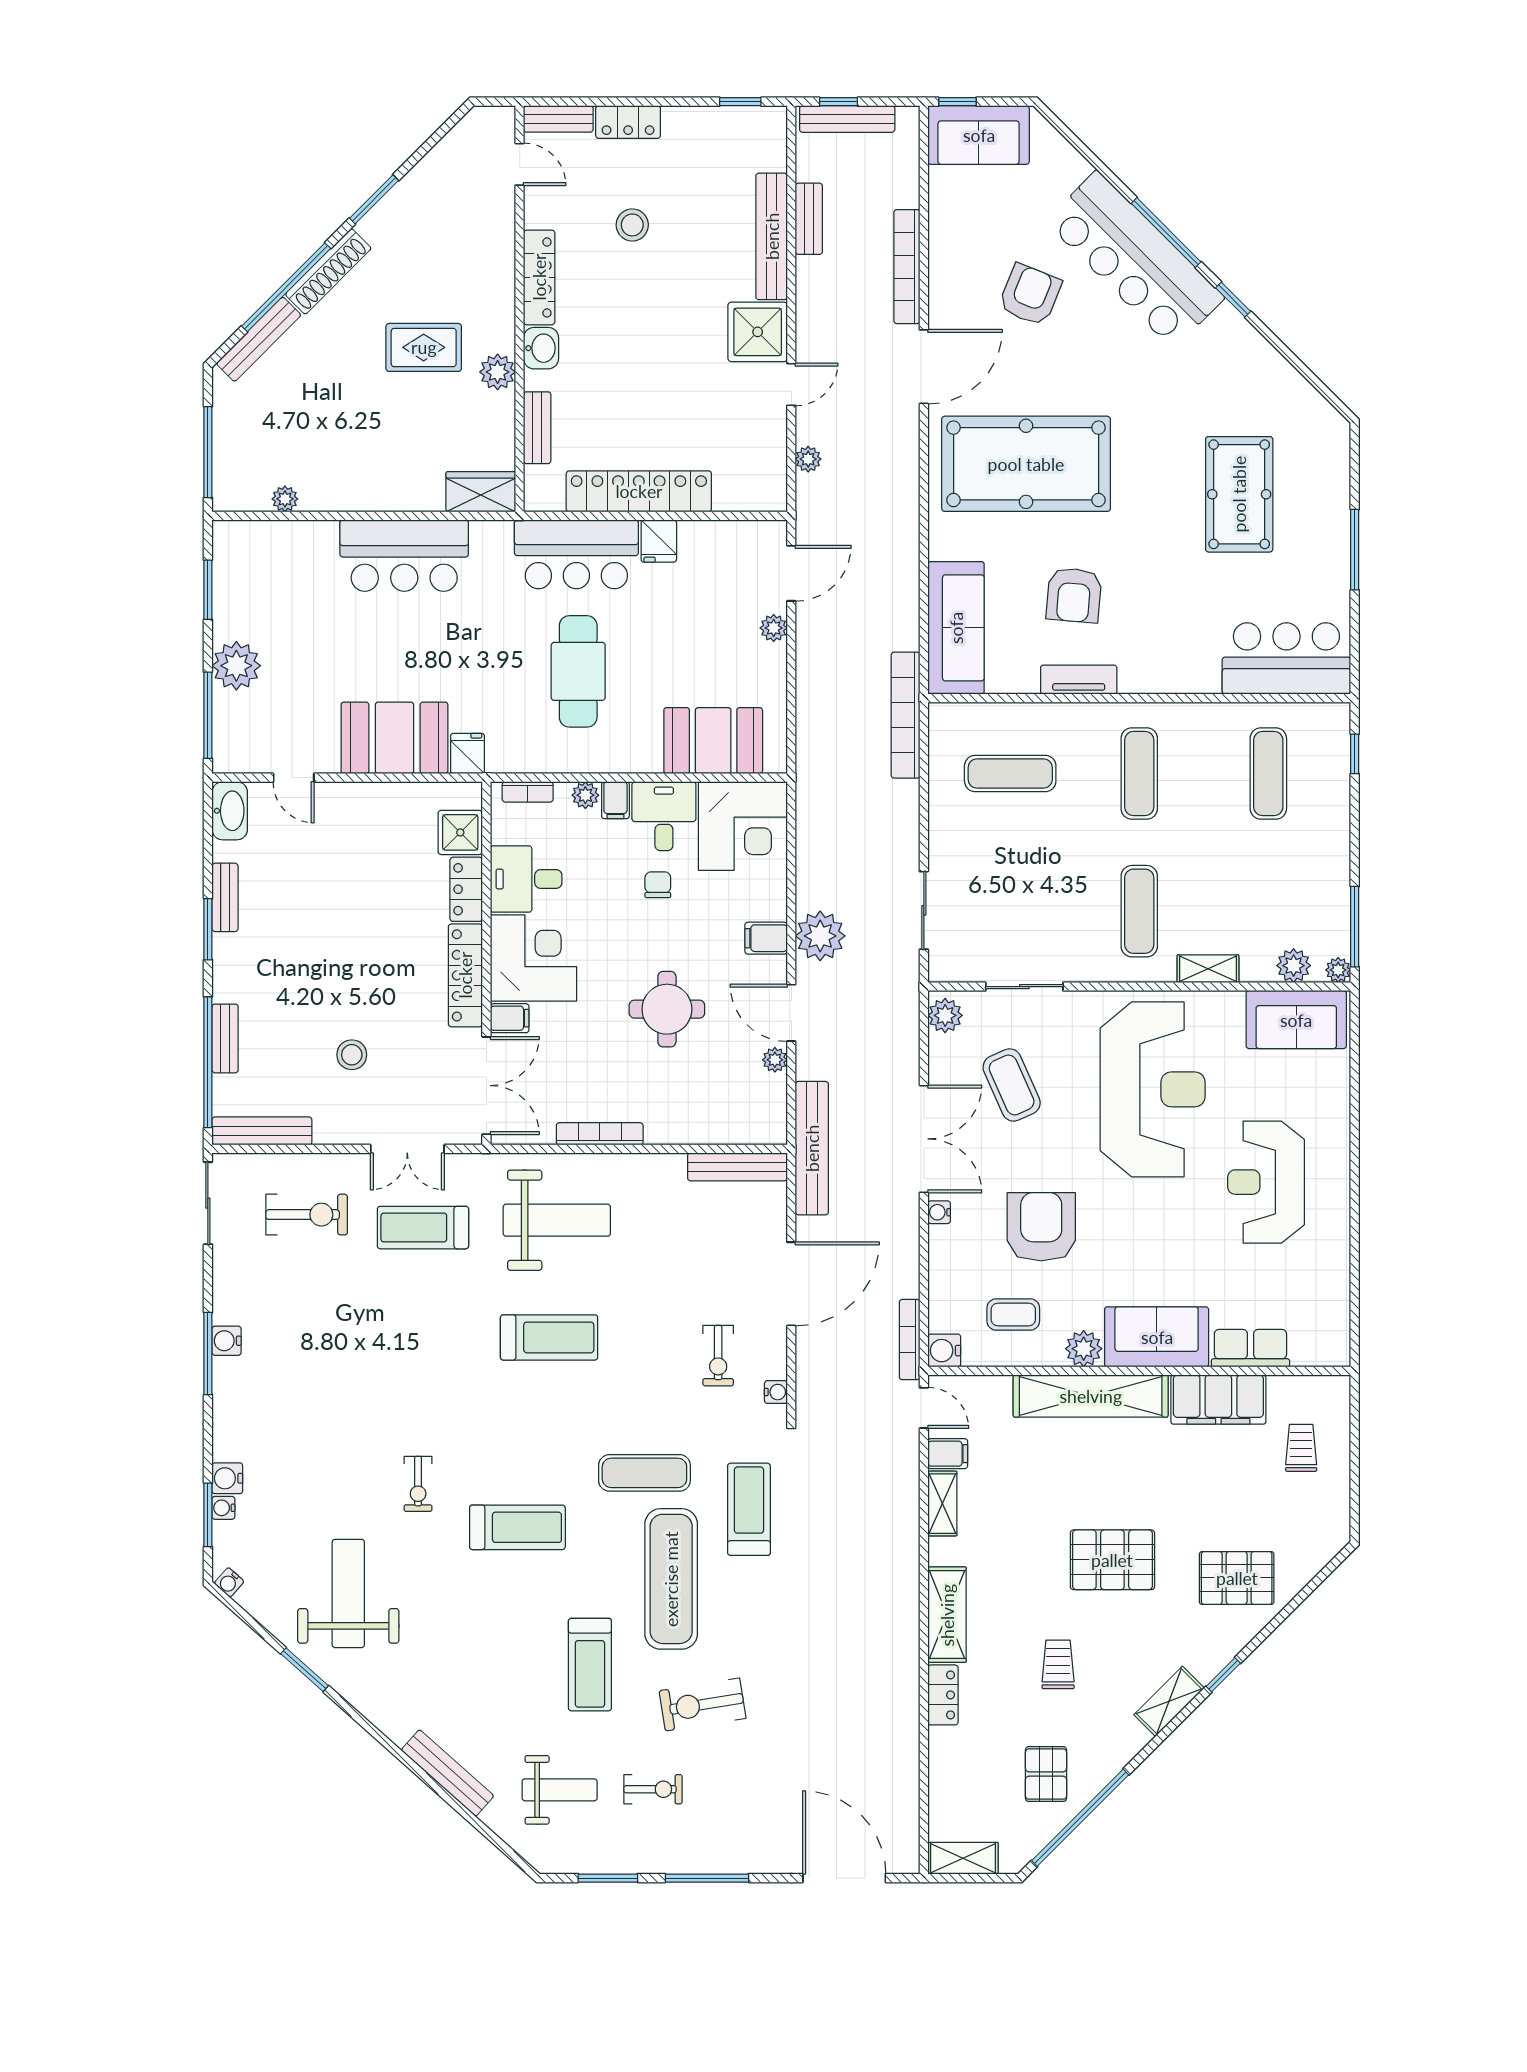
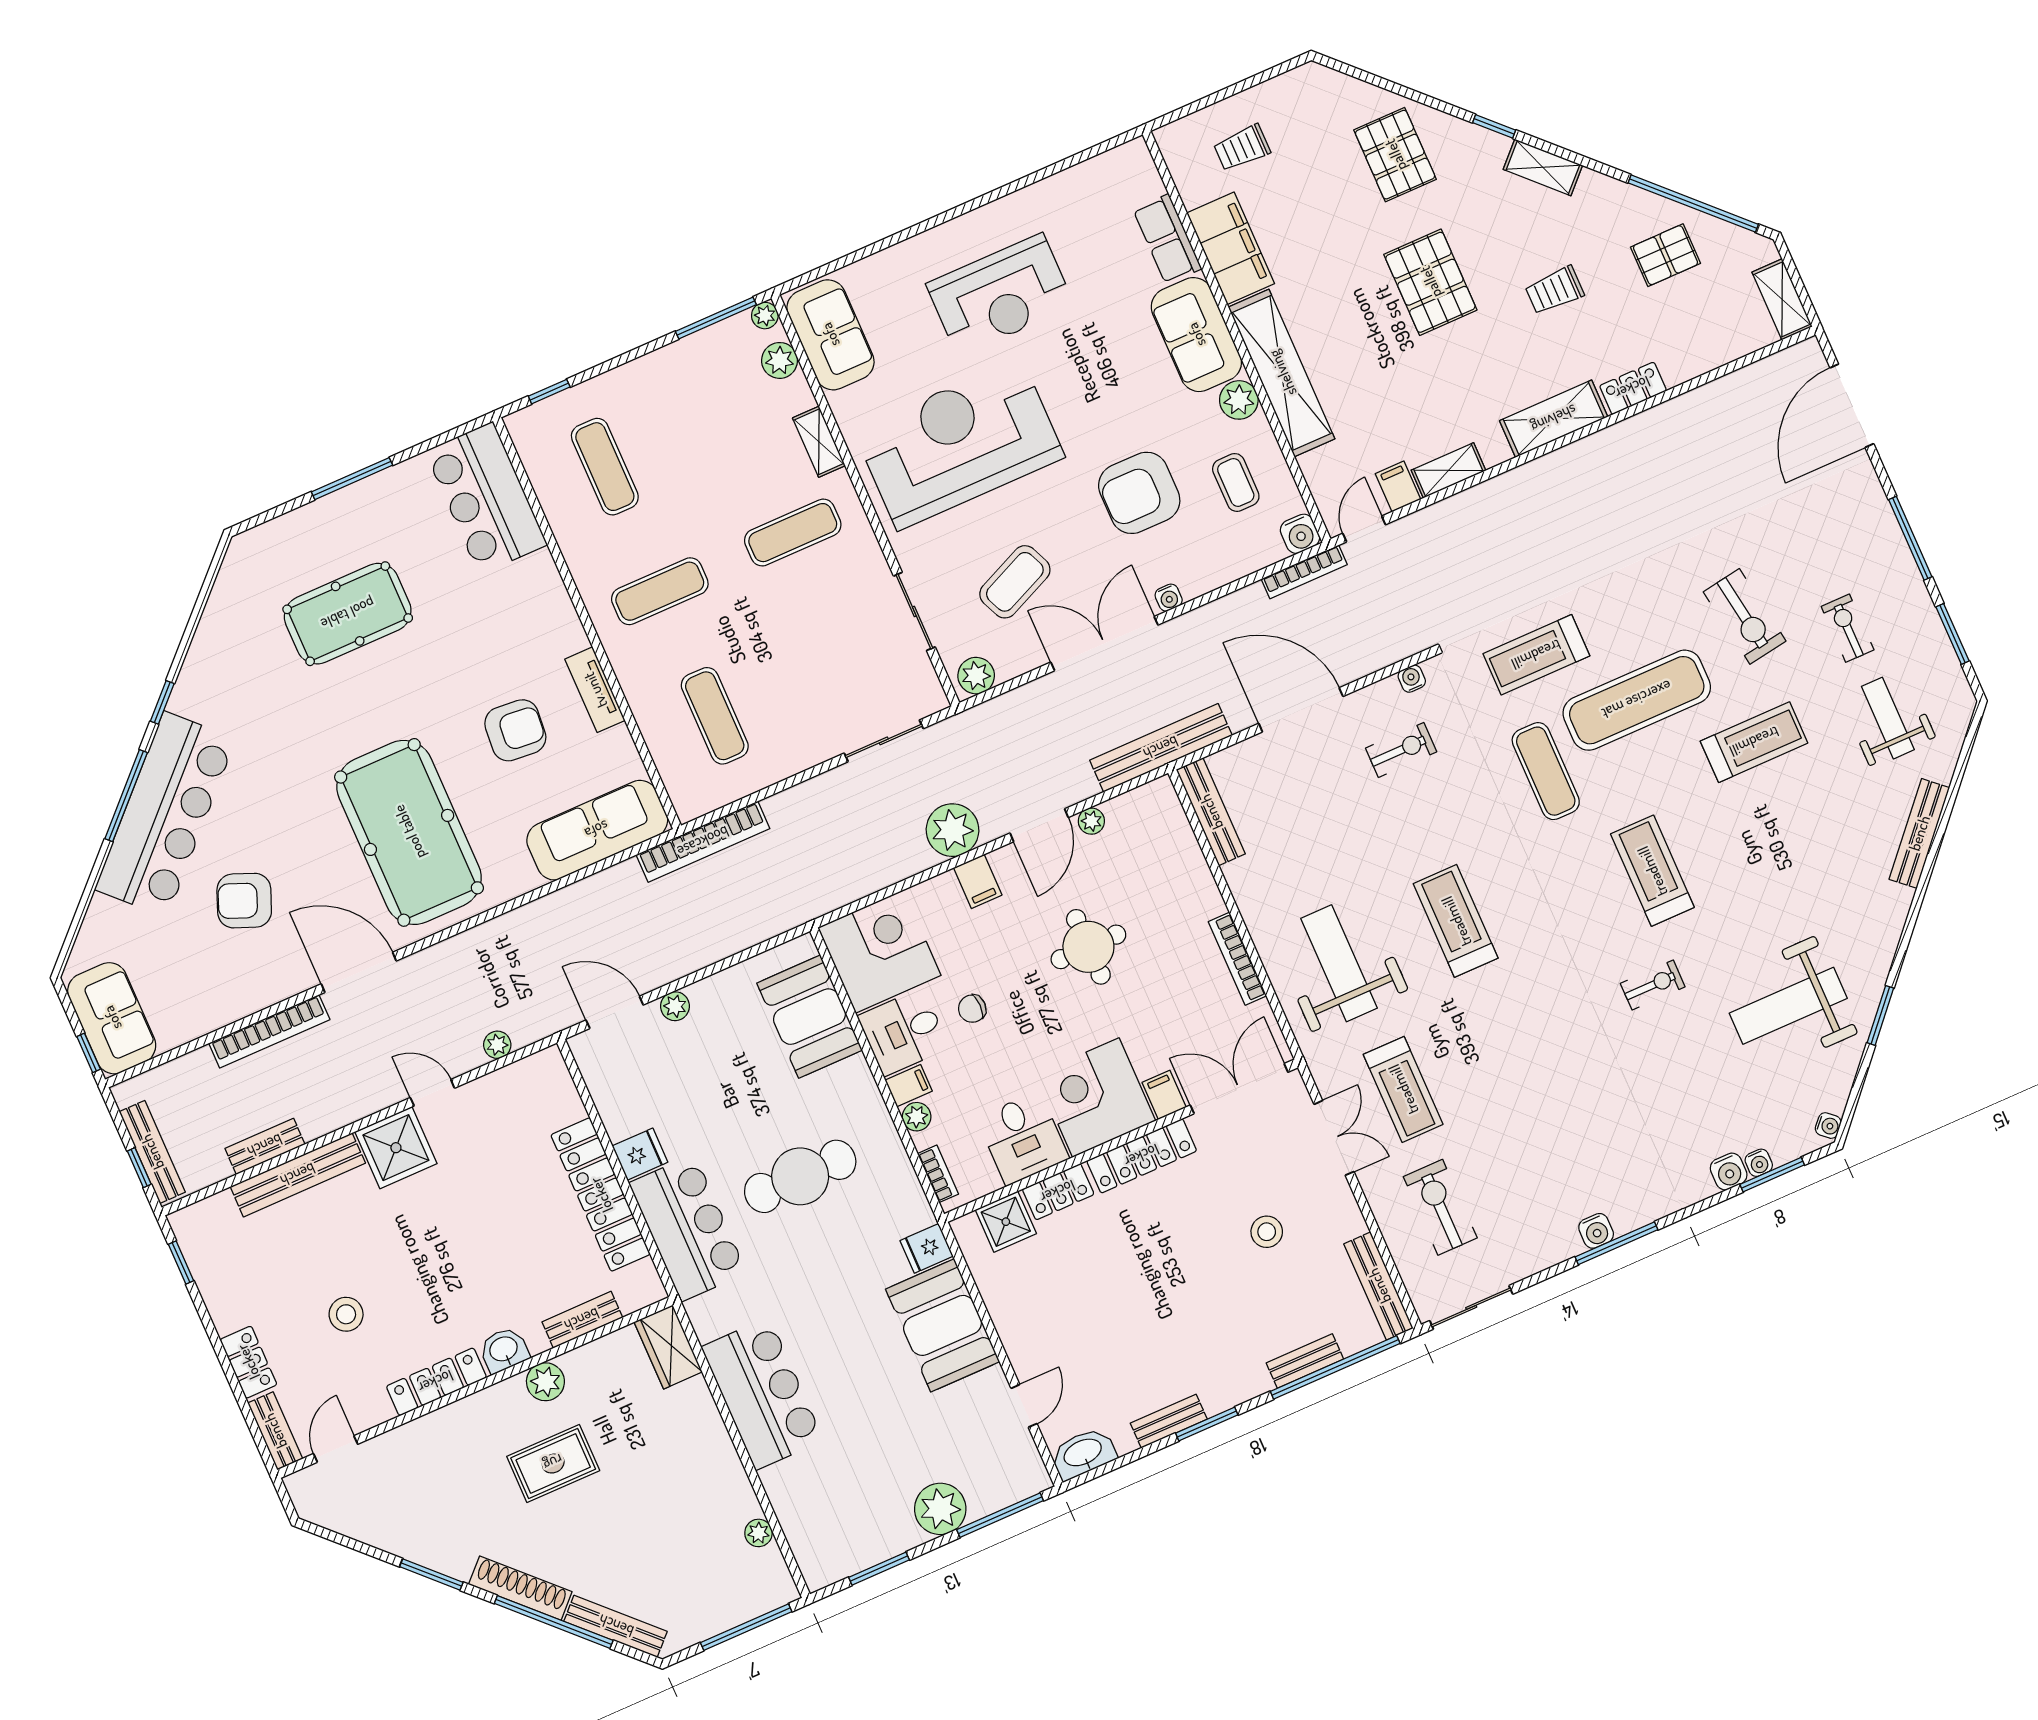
rug: (424, 347) -> (553, 1463), turned 90
exercise mat: (1268, 773) -> (605, 467), turned 90

